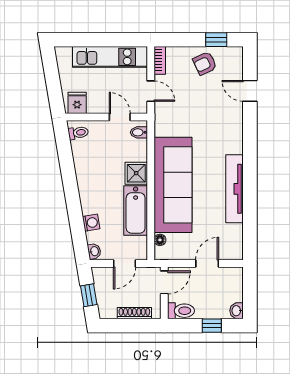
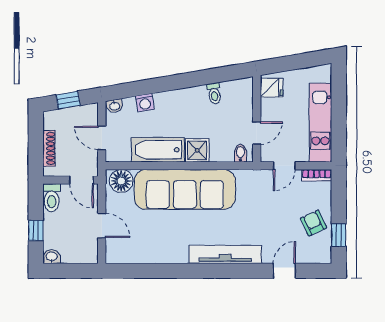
toilet: (78, 133) -> (214, 93), moved
tv unit: (235, 189) -> (225, 254), moved
floor lamp: (160, 240) -> (121, 181), width x1.89, depth x1.89

